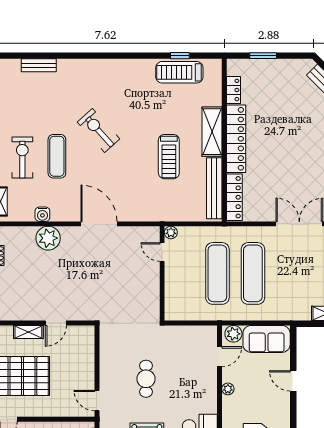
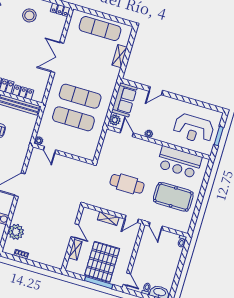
locker: (234, 197) -> (23, 92), width x0.66
plant: (48, 238) -> (16, 232), moved
door: (162, 252) -> (50, 150), hinge flipped
shelving: (88, 366) -> (108, 218), added
cafe table: (146, 379) -> (127, 184), width x1.37, depth x1.35

